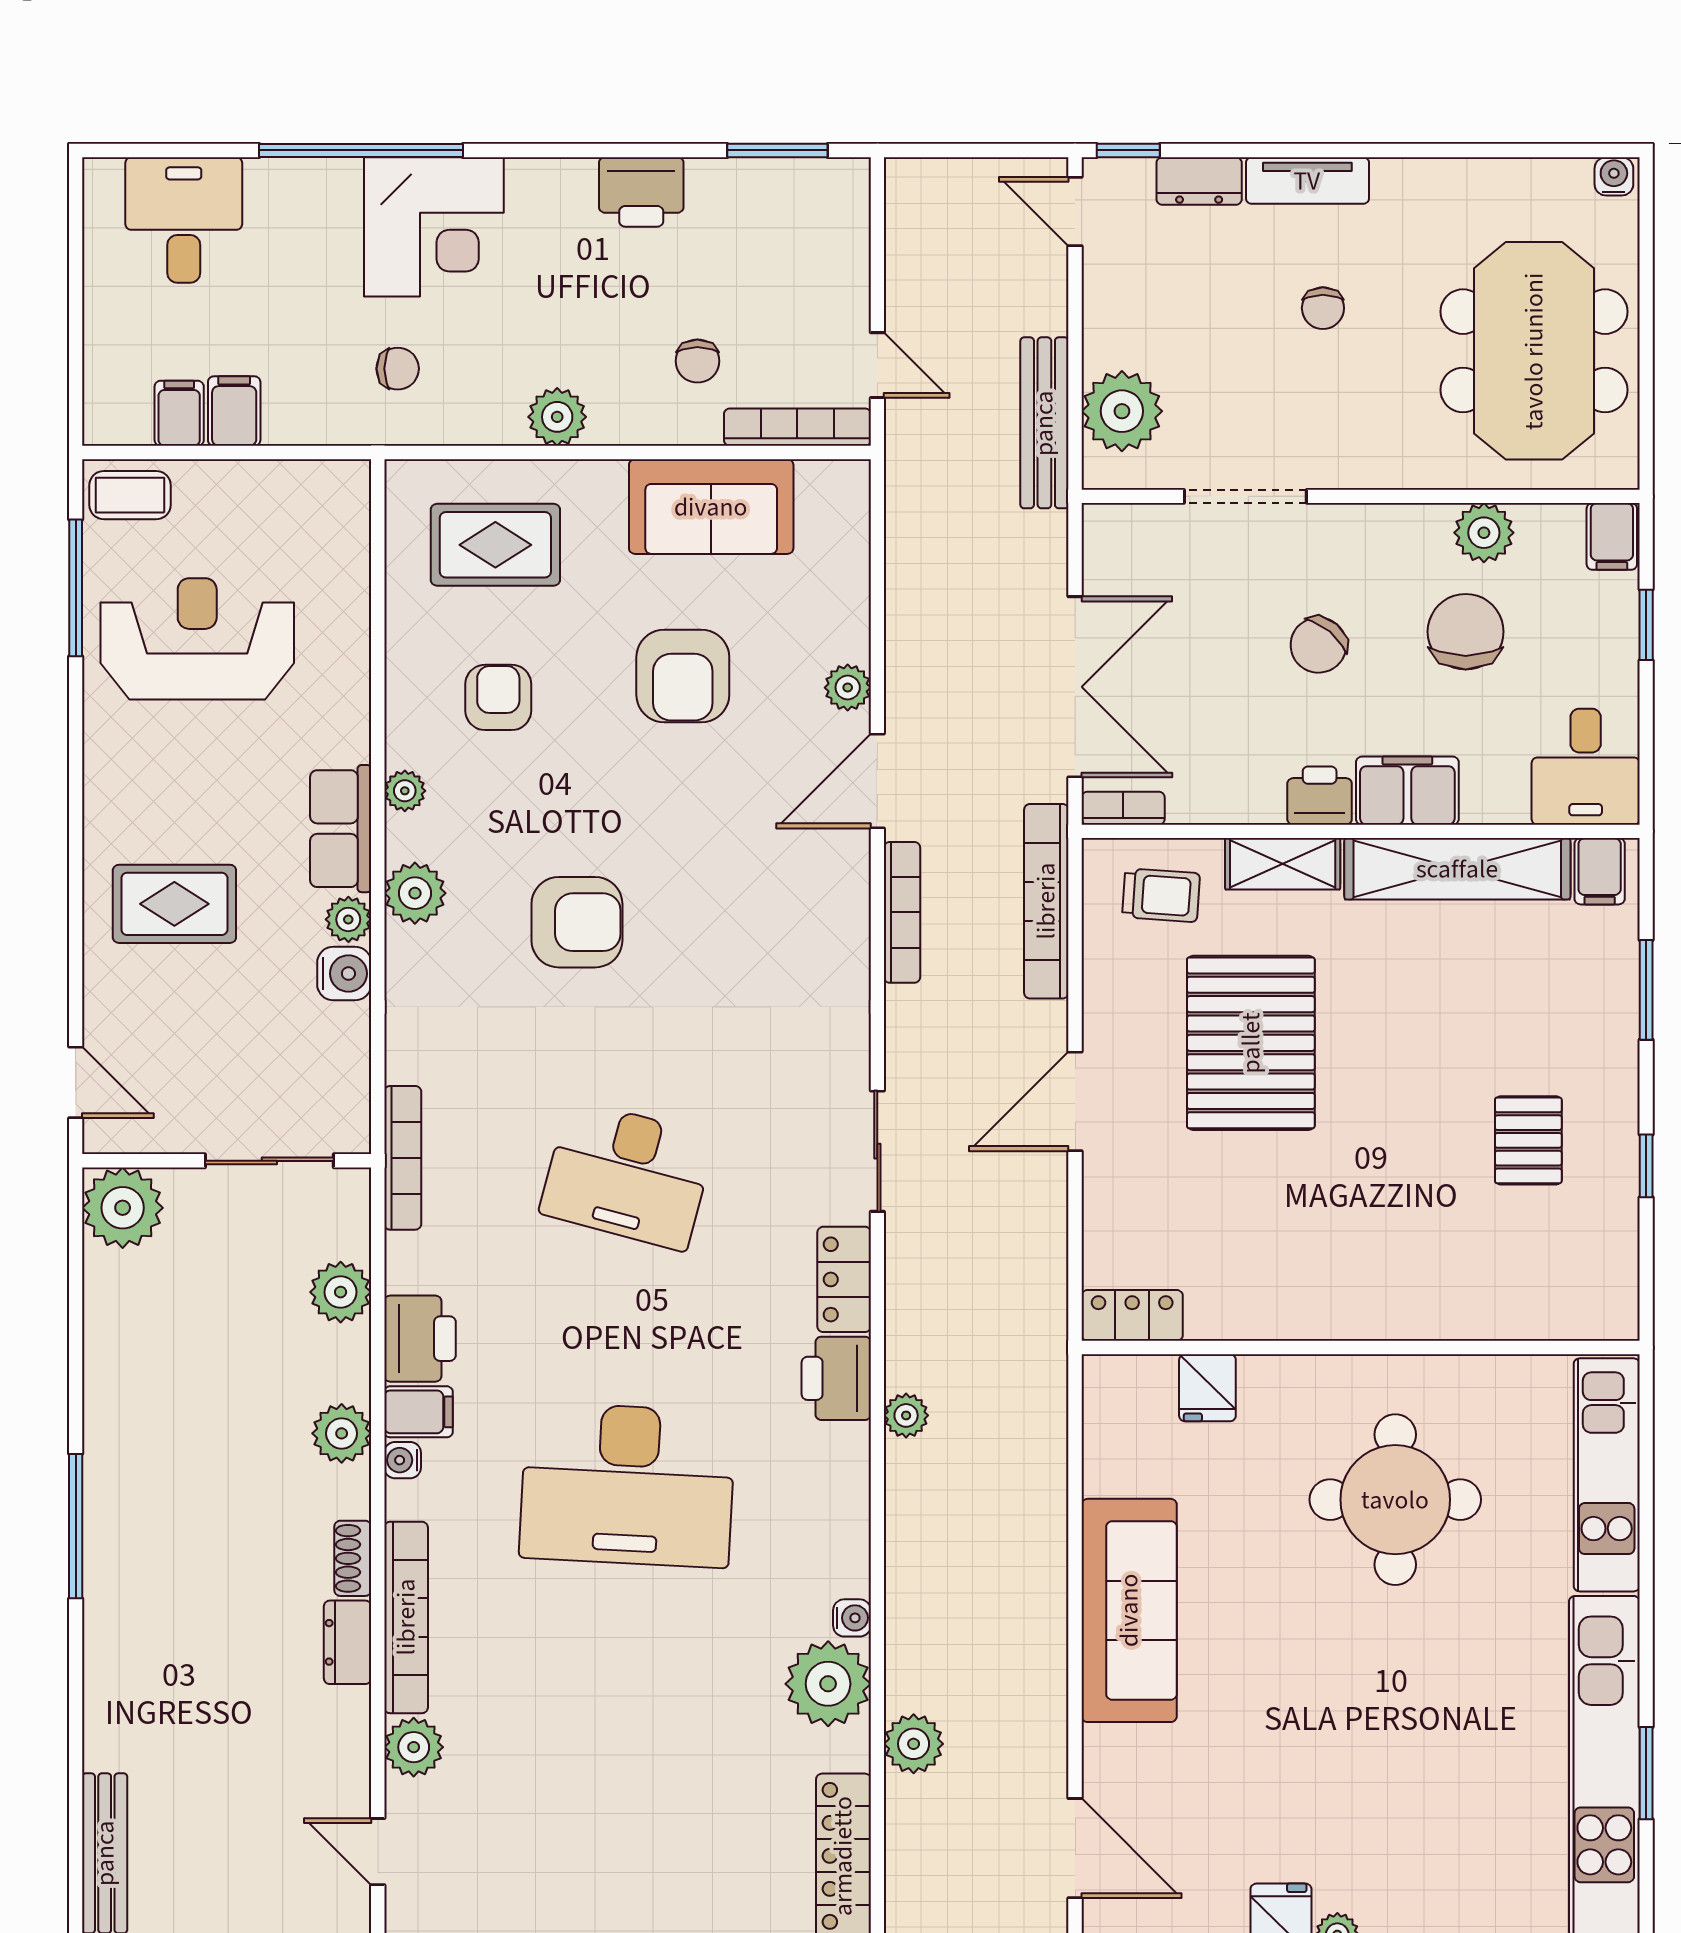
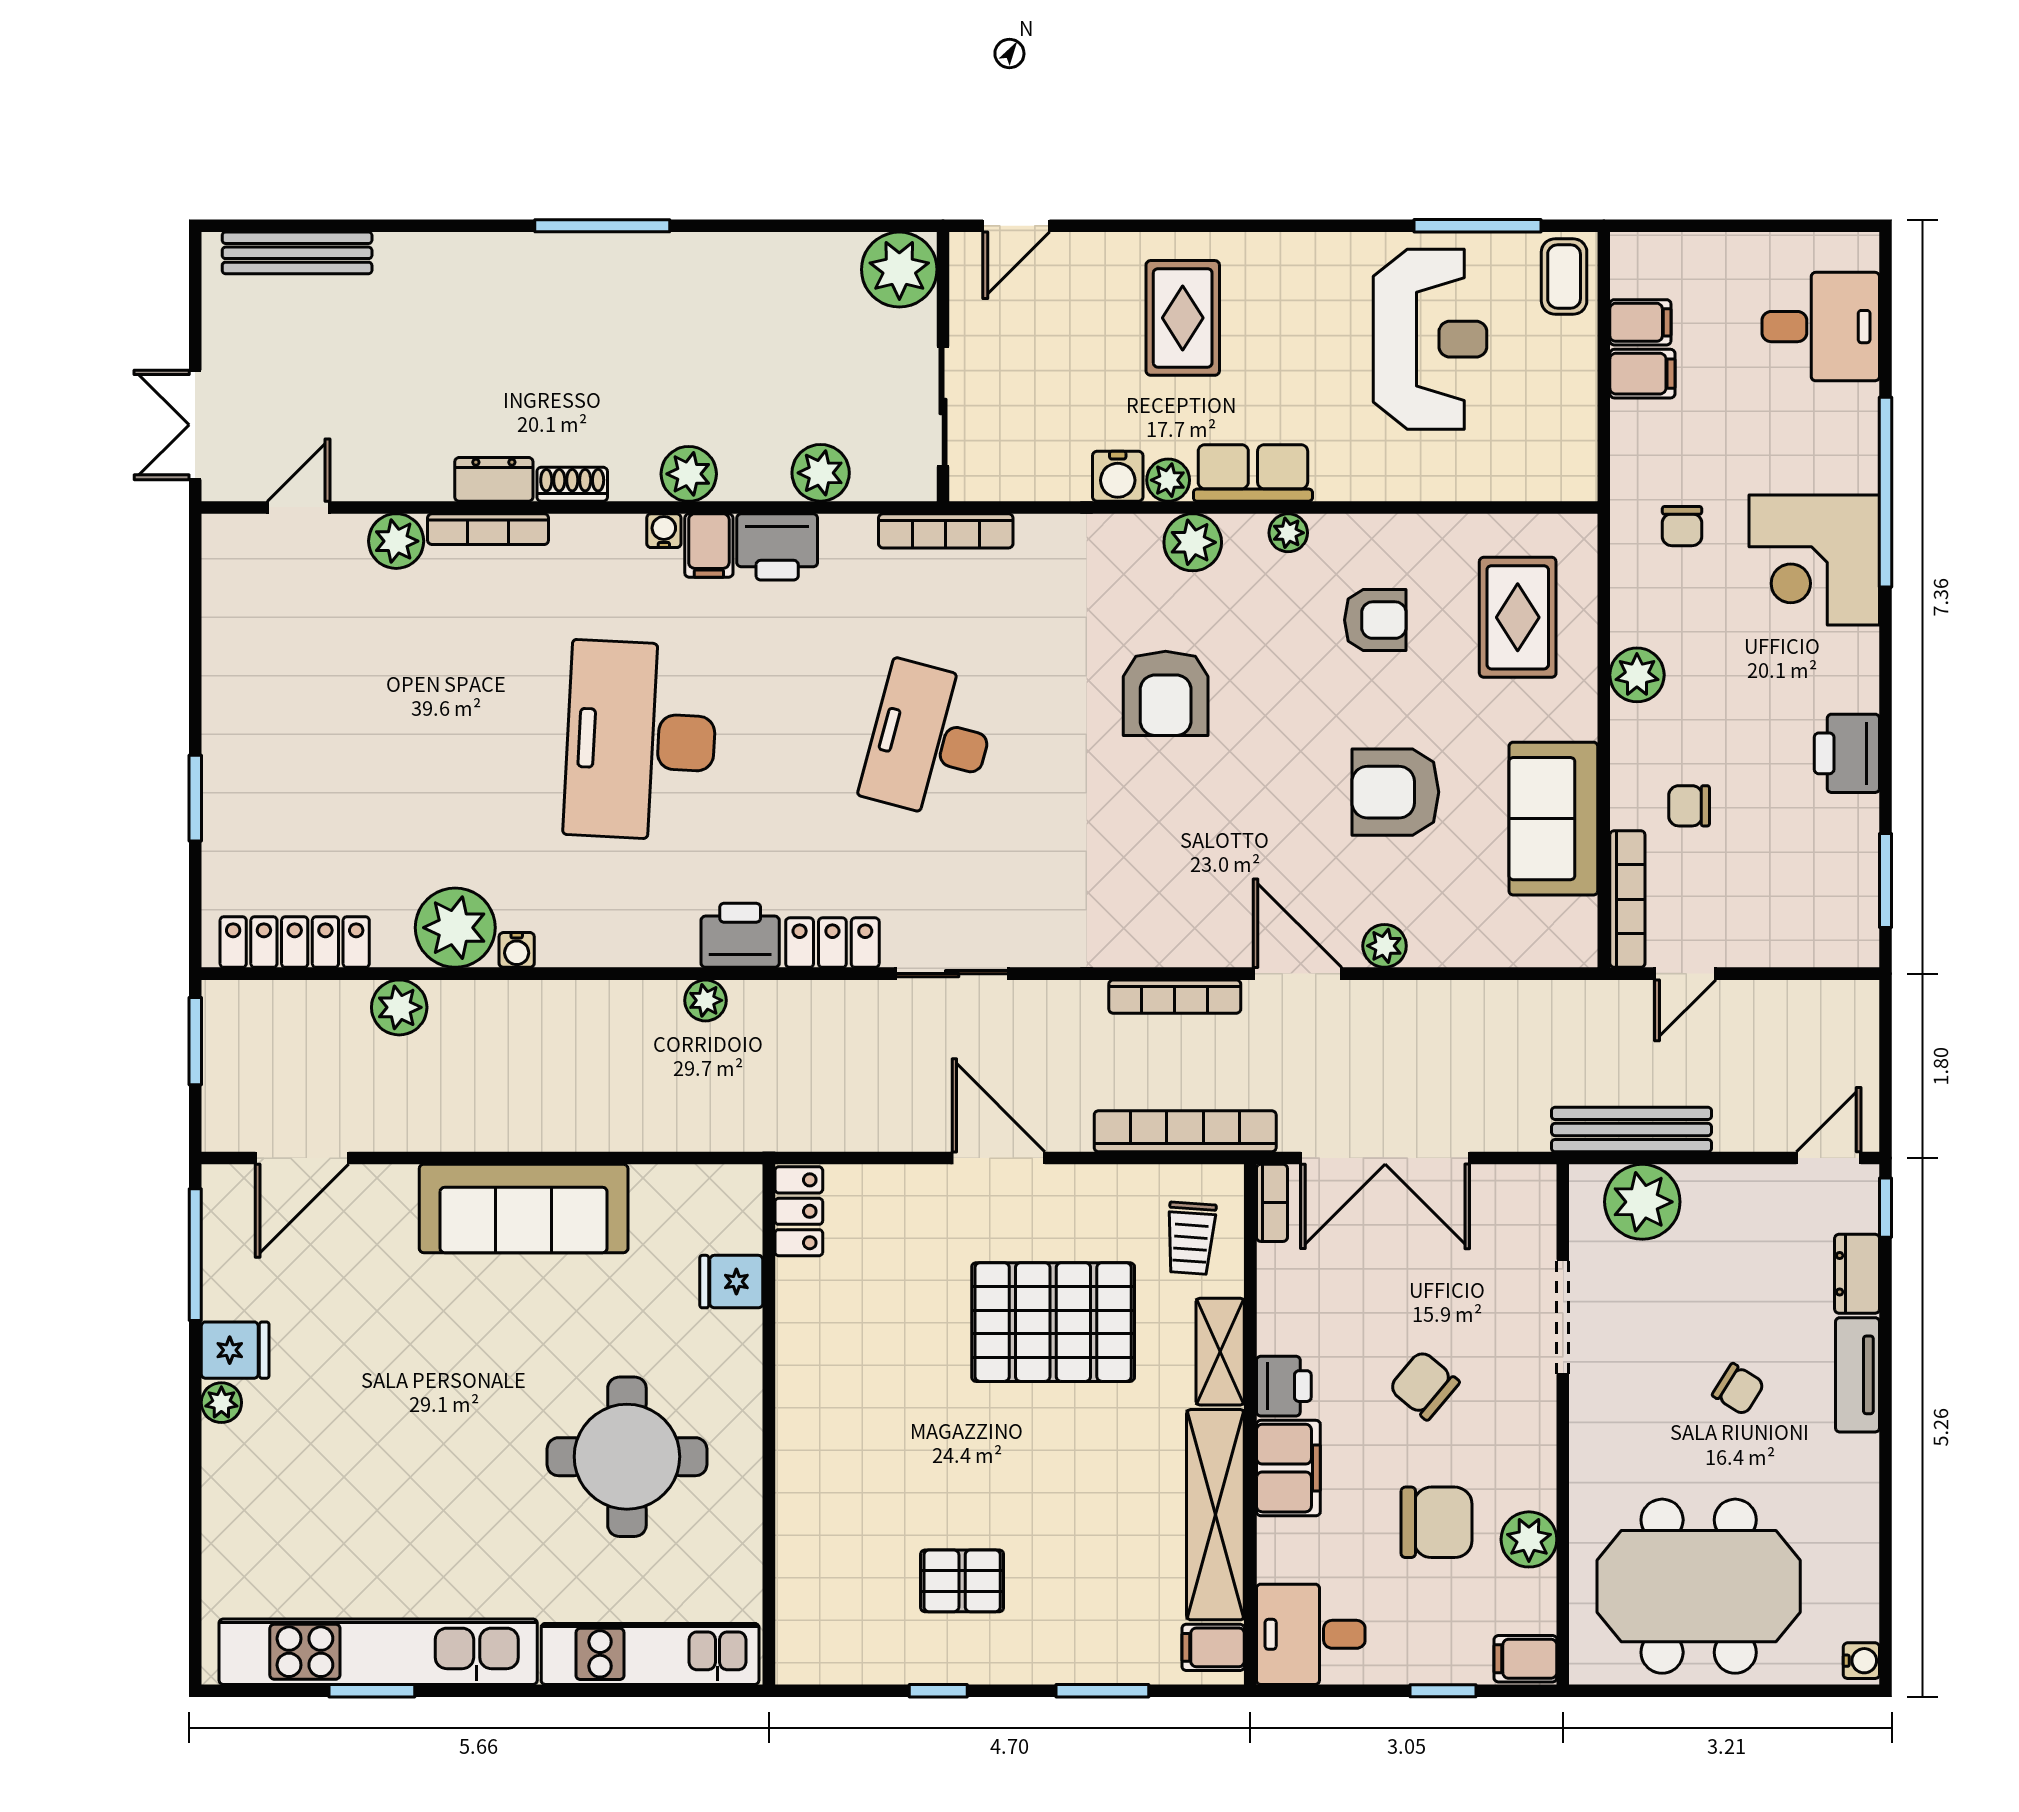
chair: (1323, 308) -> (1738, 1389), turned -148
bookcase: (406, 1617) -> (488, 529), width x0.68, depth x0.76

